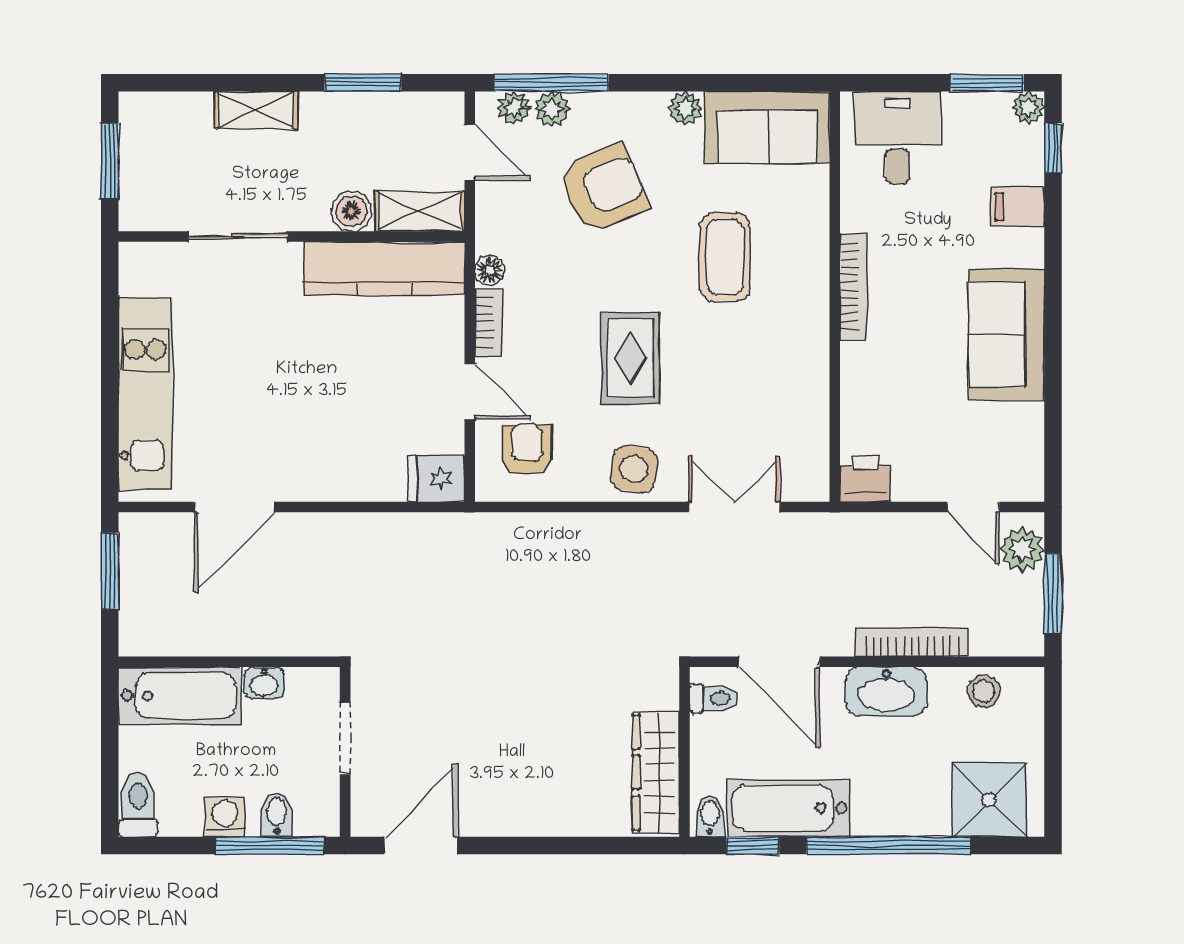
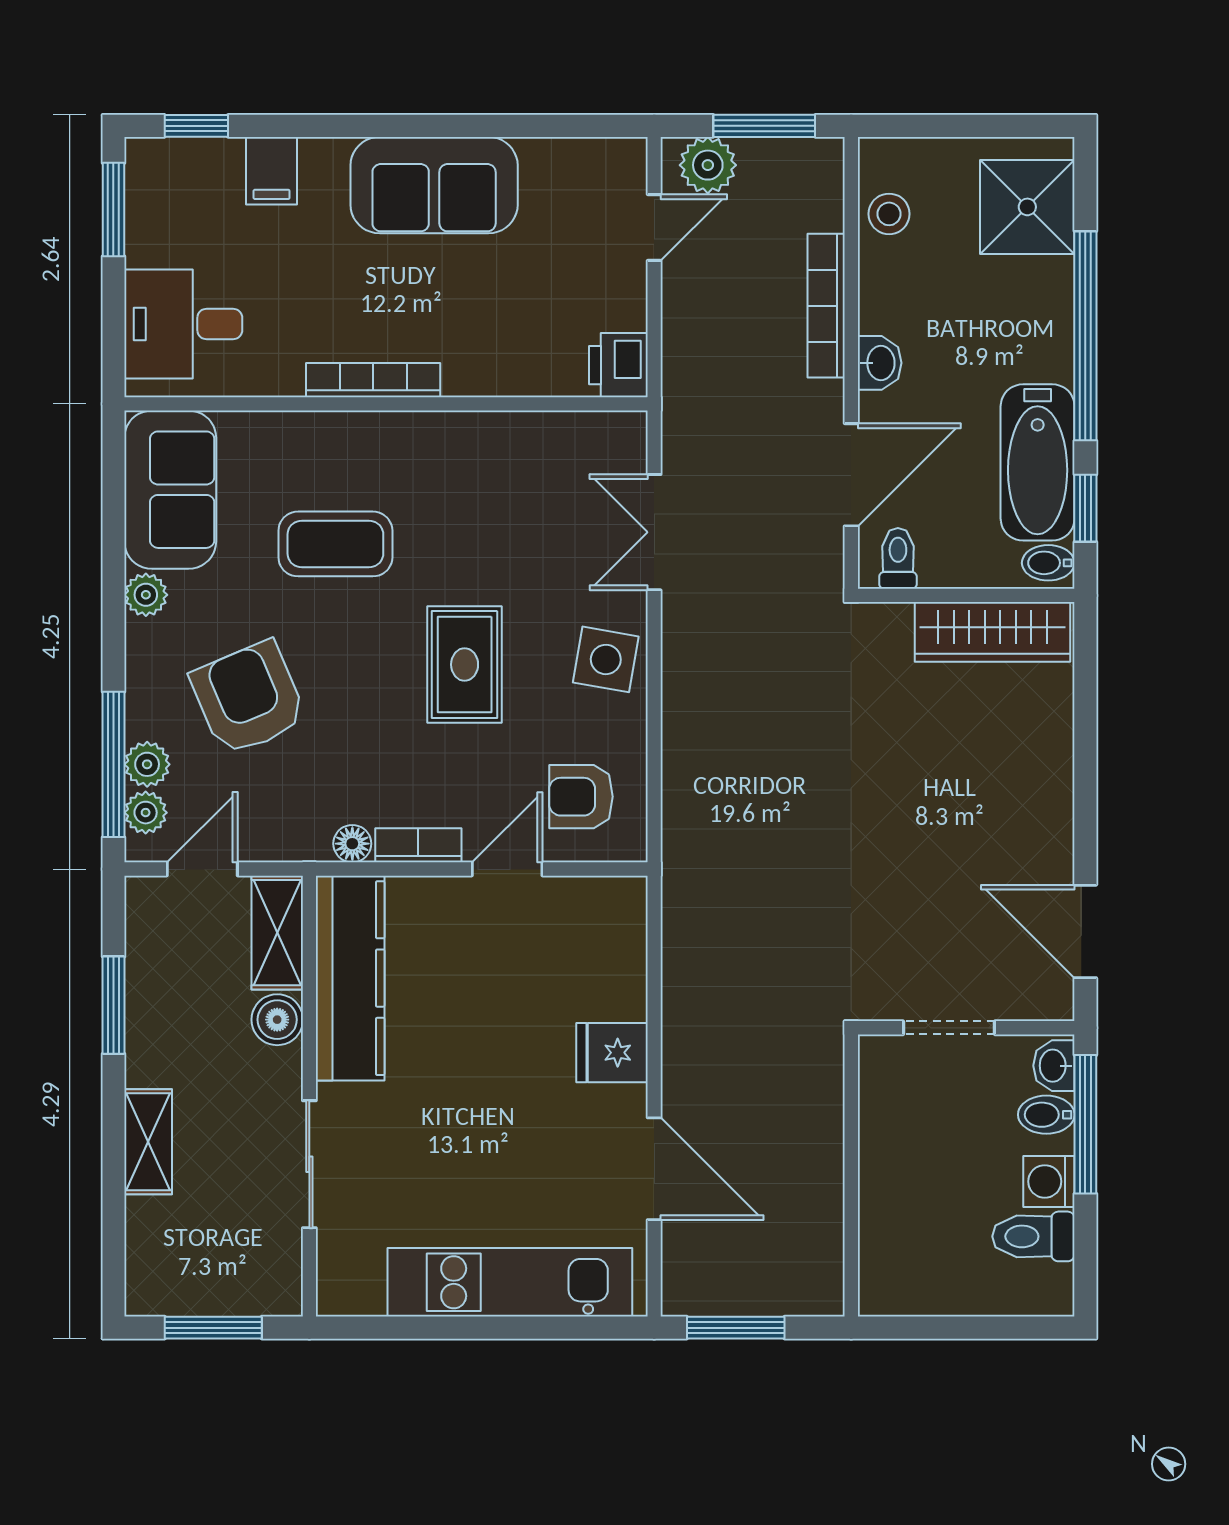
plant: (1028, 107) -> (145, 157), removed
rug: (630, 358) -> (465, 665), turned 90
fridge: (437, 478) -> (612, 1053), moved, turned 90
washbasin: (264, 683) -> (1054, 1066), moved, turned 180
washbasin: (886, 692) -> (880, 363), width x0.52, depth x0.69
bathtub: (180, 696) -> (894, 1239), removed
toilet: (138, 805) -> (1033, 1236), moved

